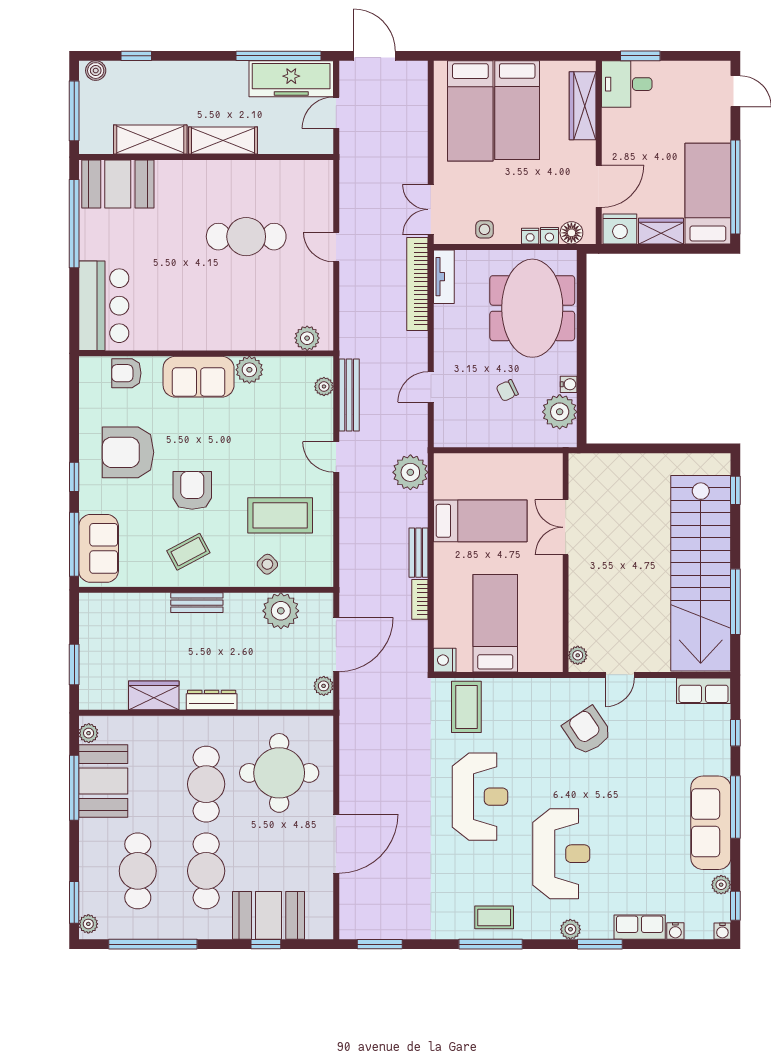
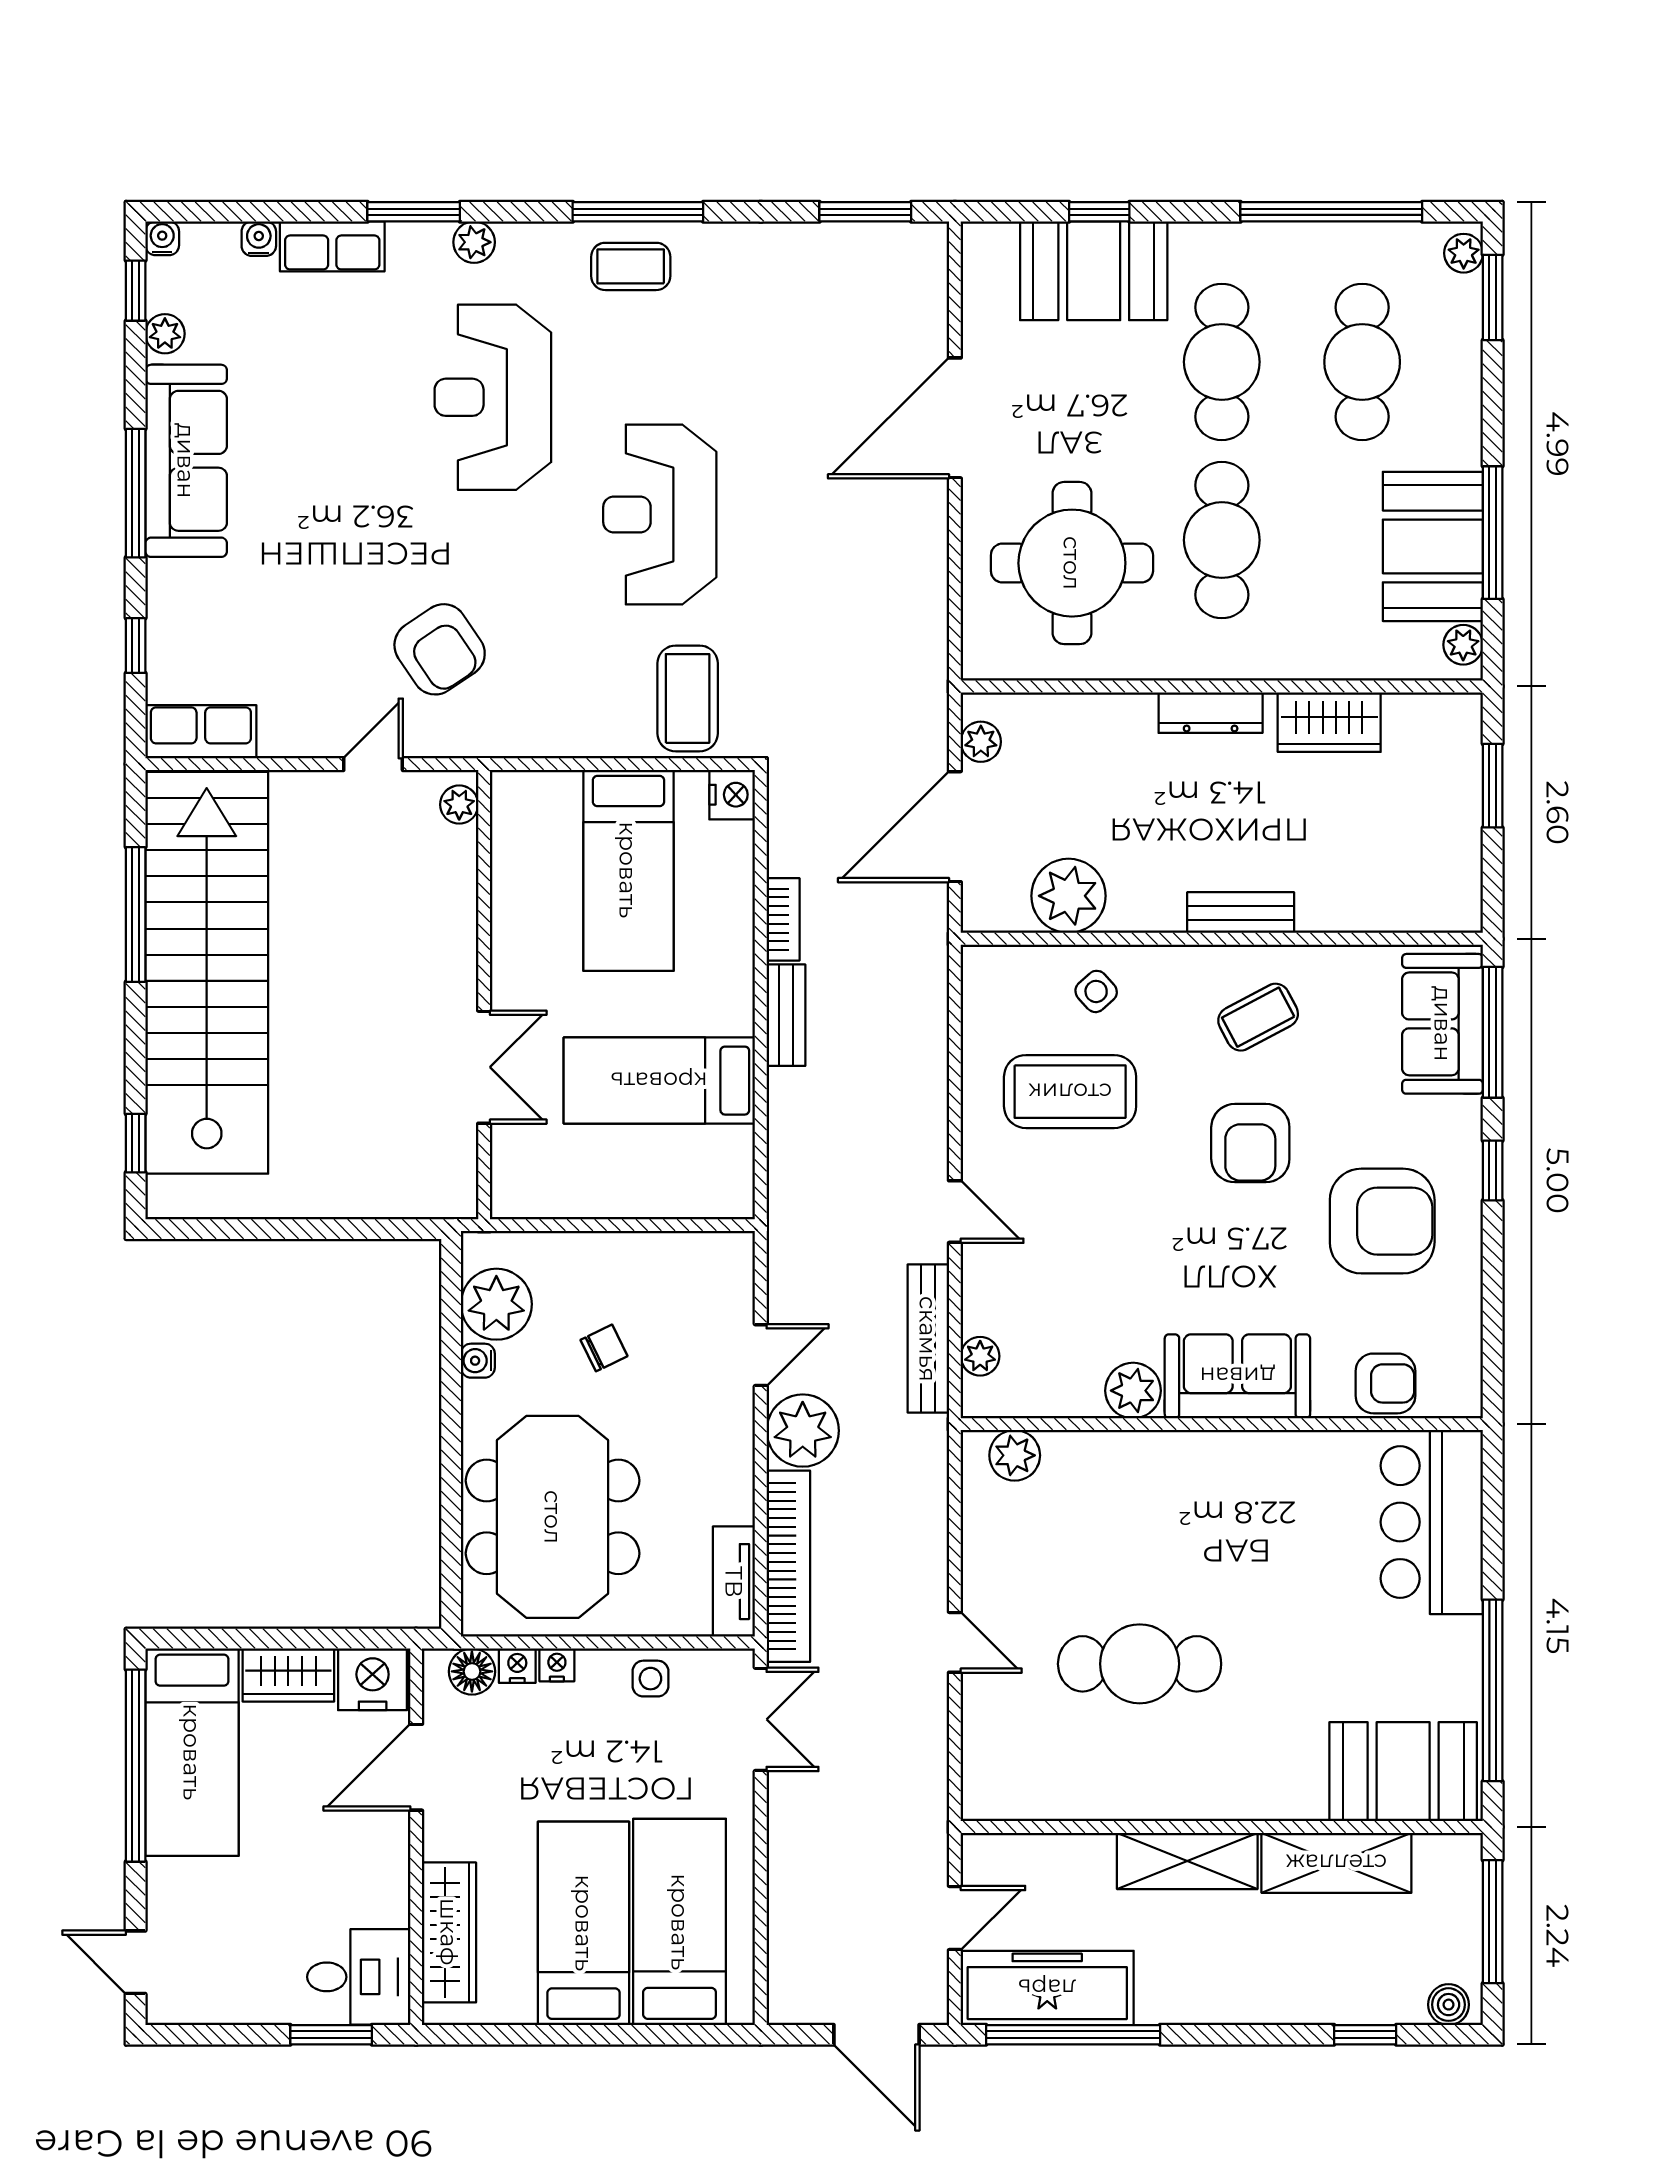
plant: (410, 472) -> (803, 1431), moved

